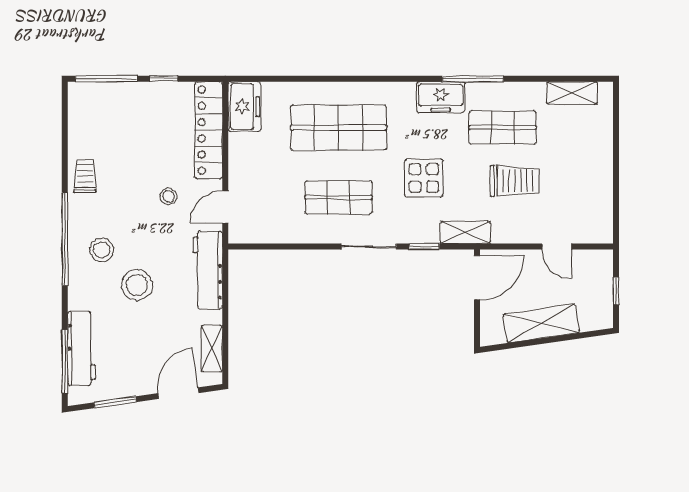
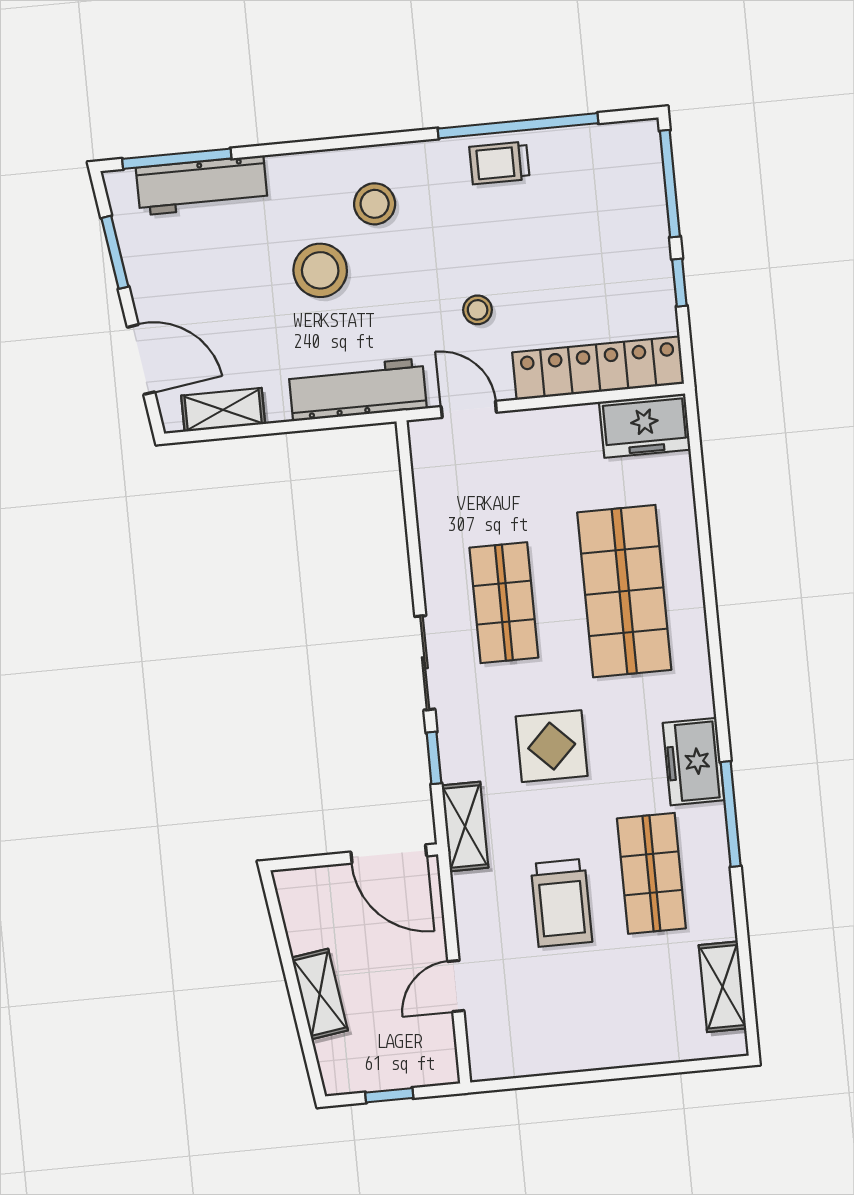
trolley: (85, 176) -> (499, 163), turned 180
window: (65, 239) -> (518, 126), moved
shelving: (541, 323) -> (320, 994), width x0.67, depth x0.75

